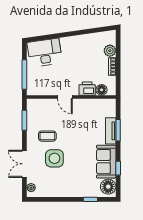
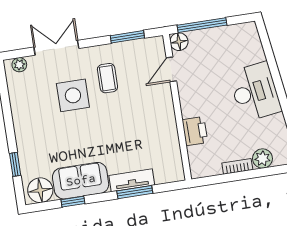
desk: (45, 53) -> (255, 92), moved
floor lamp: (102, 90) -> (179, 42), moved
door: (65, 97) -> (171, 69), moved

